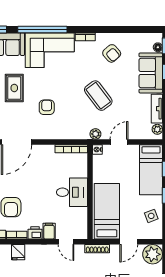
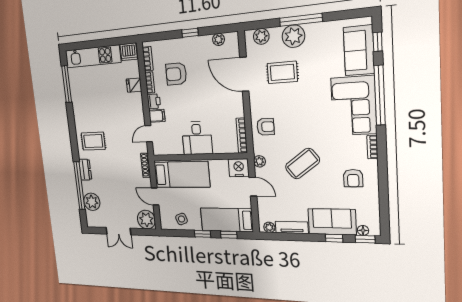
armchair: (112, 53) -> (353, 178), turned -49
rug: (14, 88) -> (282, 72), moved
armchair: (47, 107) -> (265, 127), moved
nightstand: (97, 150) -> (239, 168), width x1.89, depth x1.79

